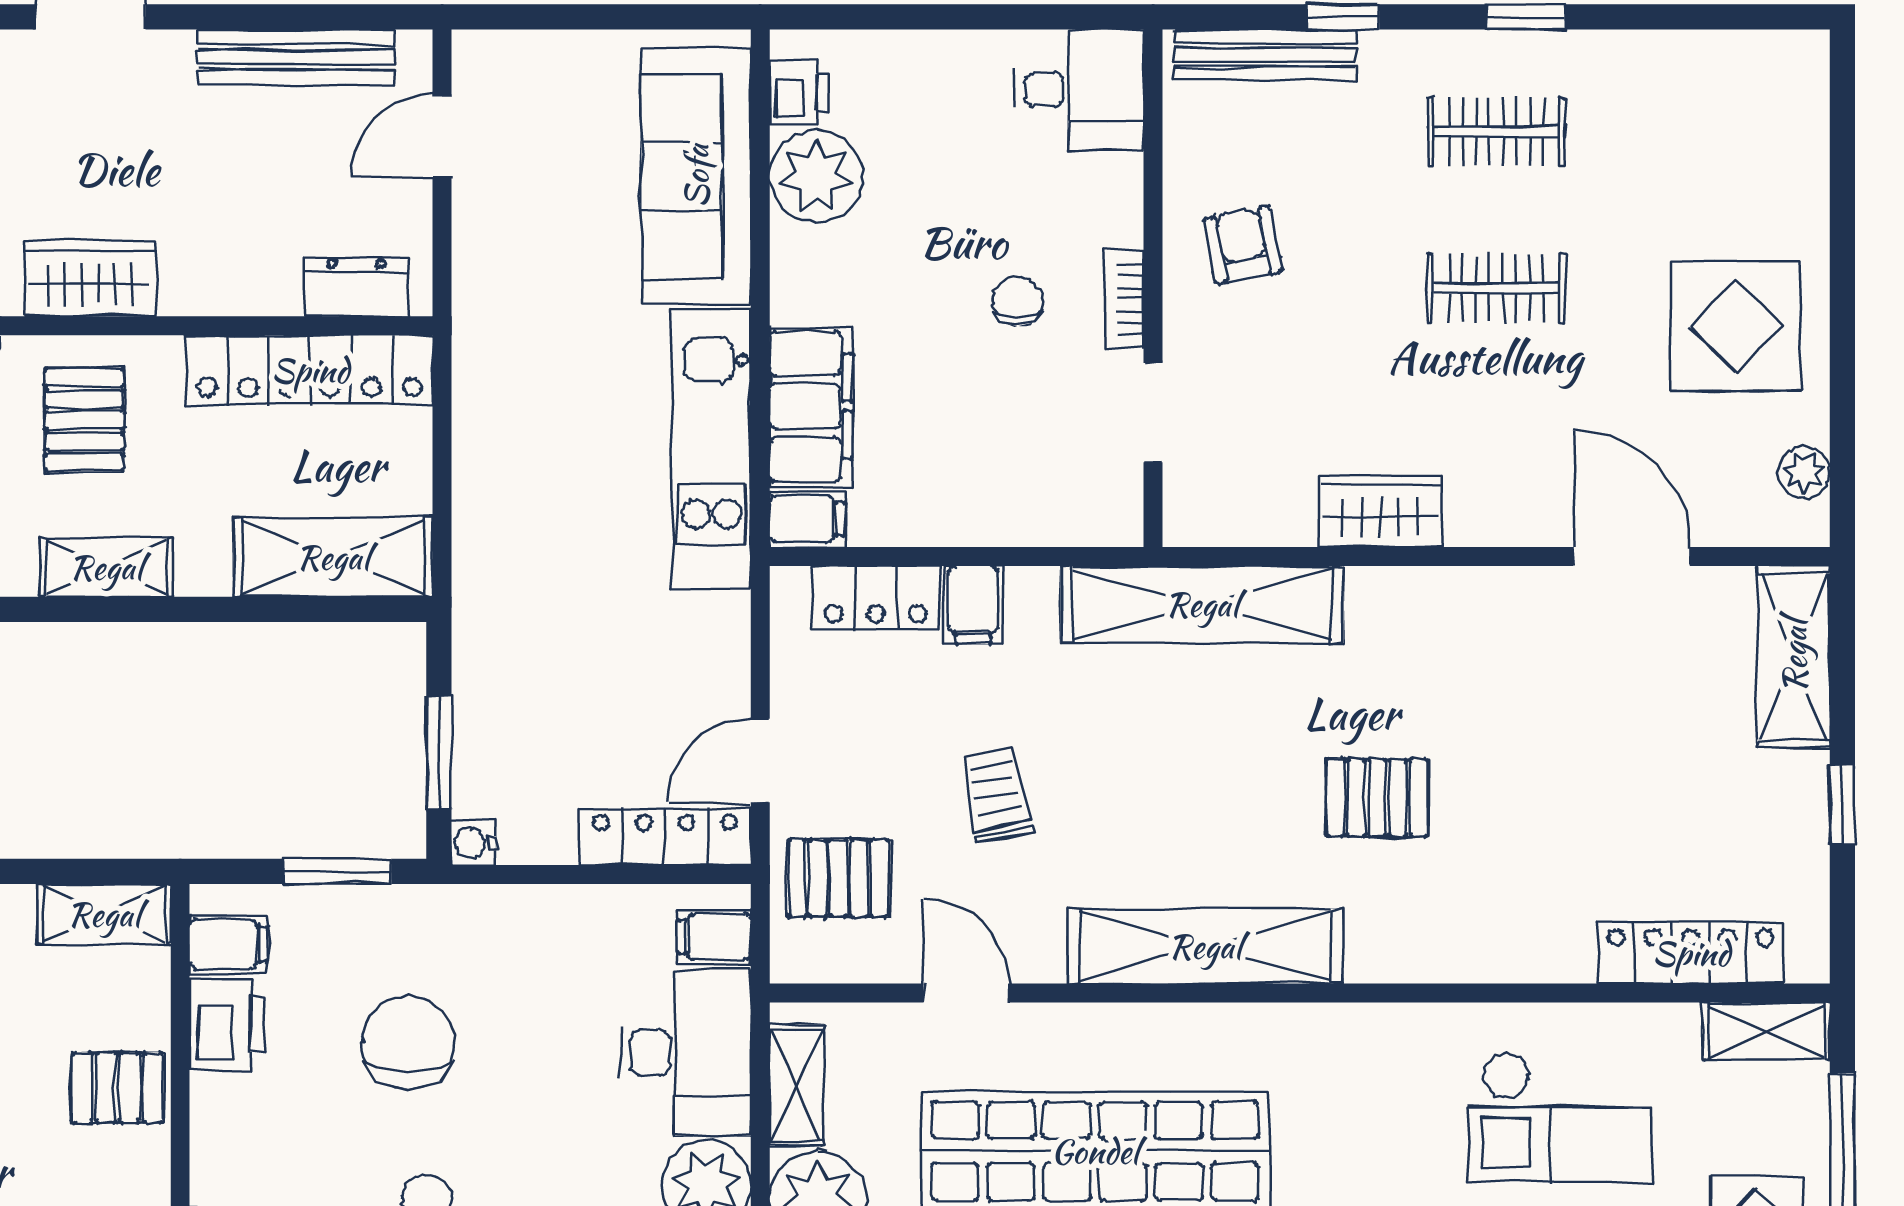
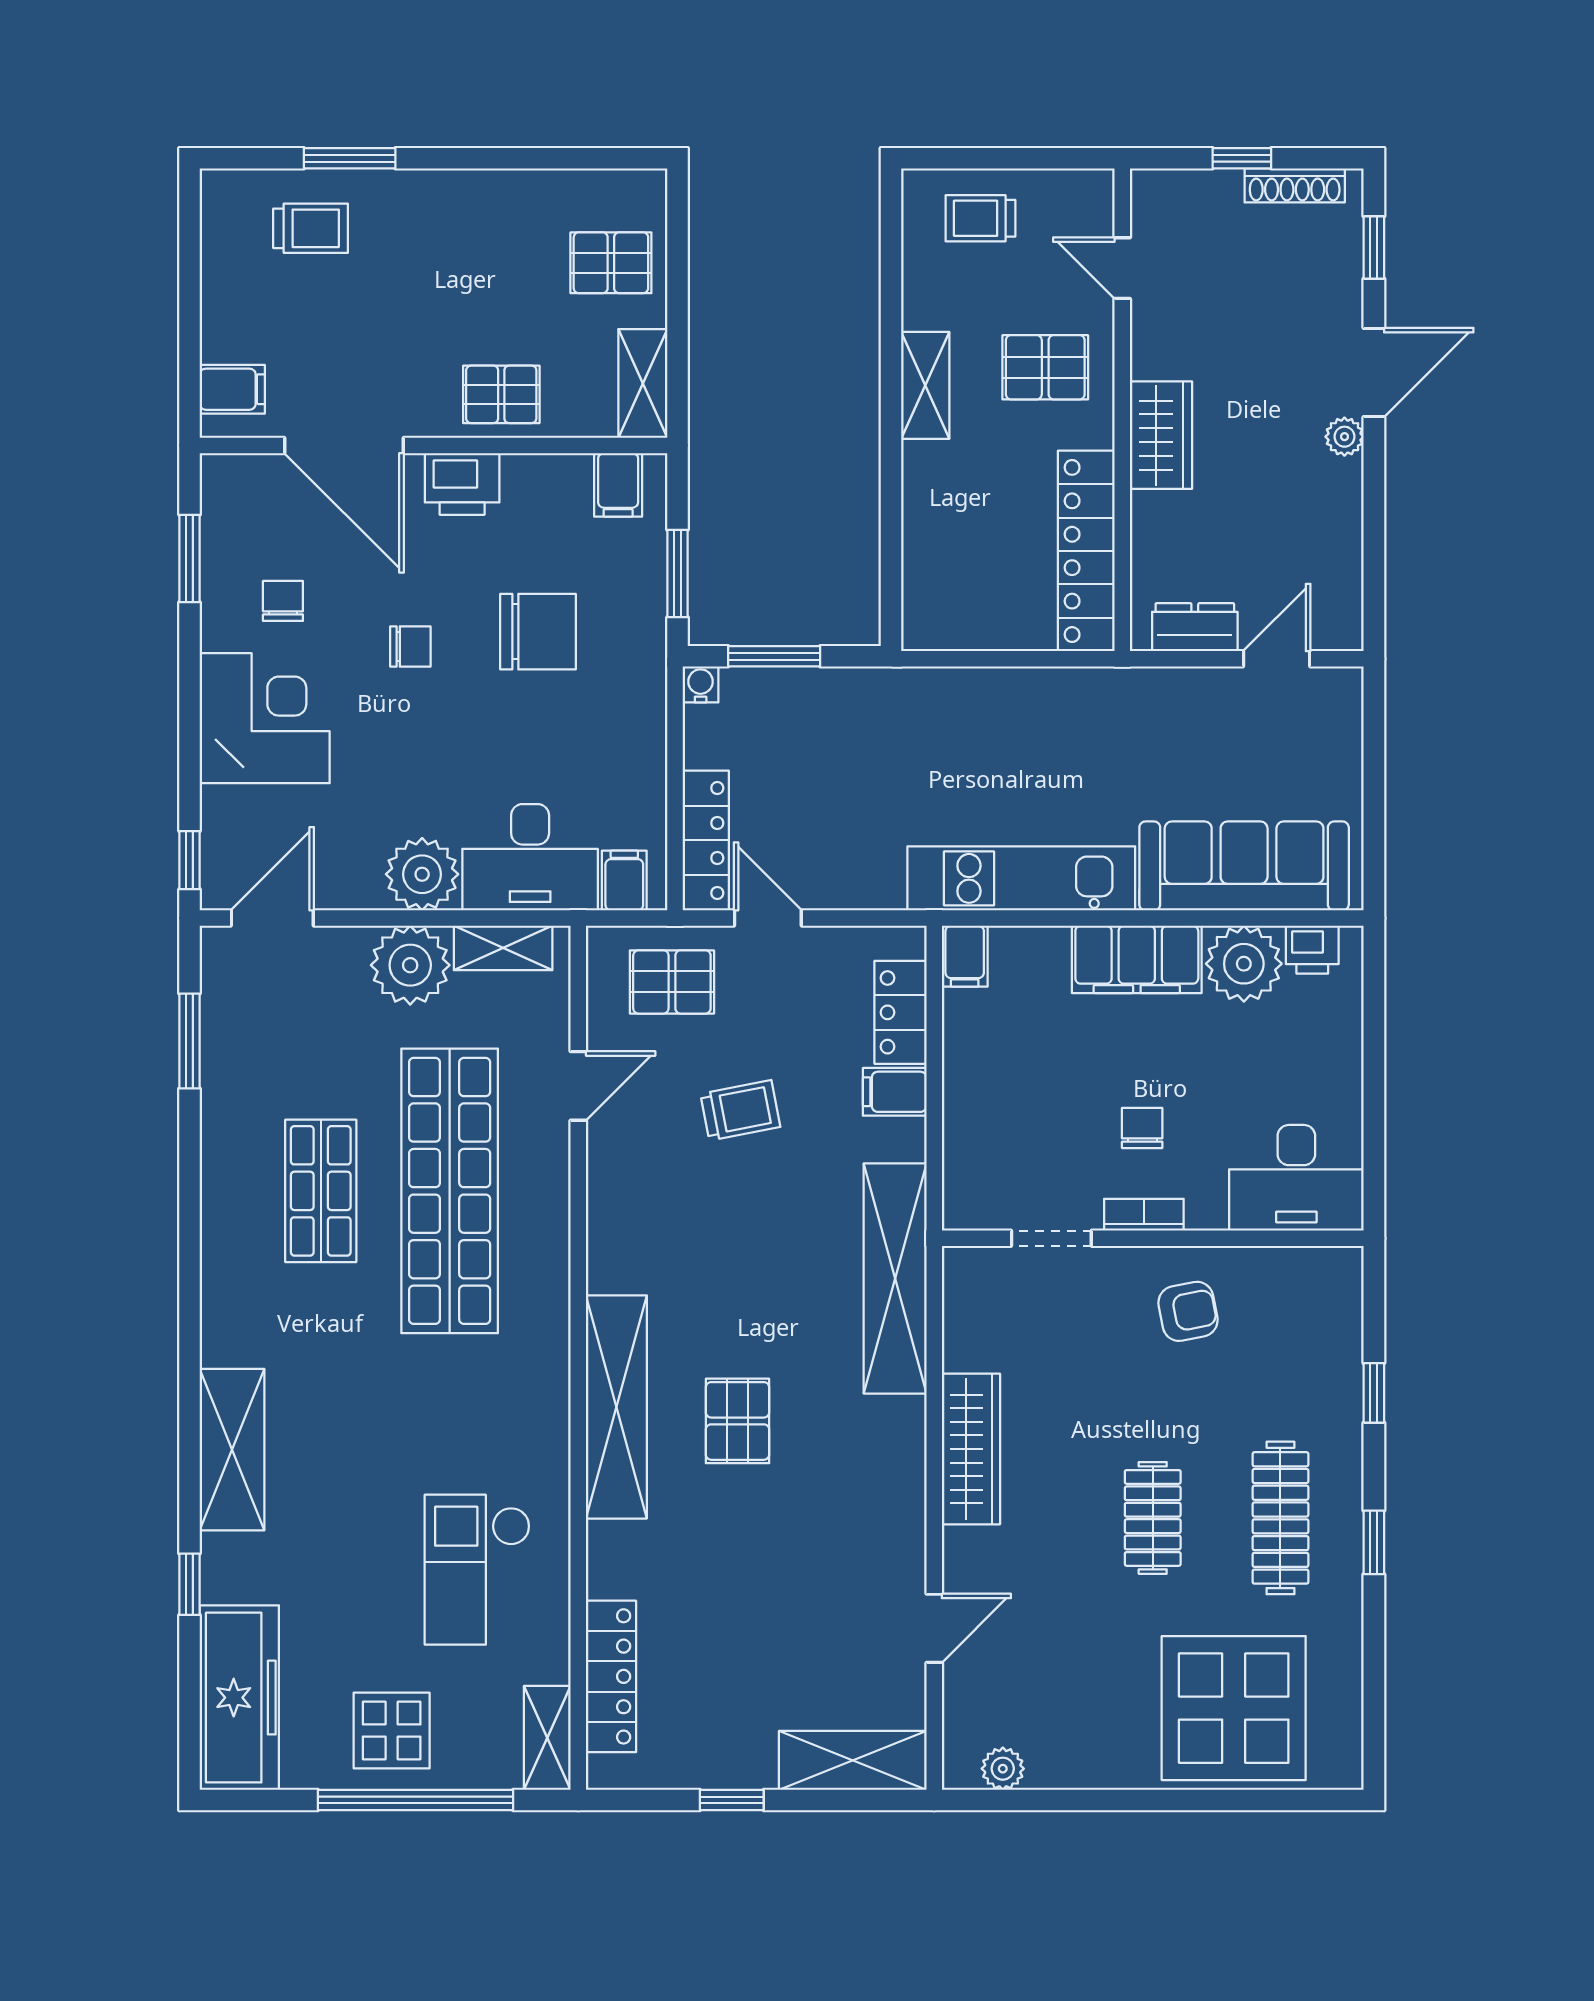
plant: (169, 53) -> (1344, 437), added
bench: (1265, 55) -> (1343, 1330), removed
bench: (296, 57) -> (1341, 540), removed
desk: (1079, 90) -> (1296, 1178), width x1.37
clothes rail: (1496, 131) -> (1280, 1518), width x1.36
door: (442, 136) -> (1277, 659), hinge flipped
wardrobe: (90, 278) -> (1161, 435), moved
dresser: (356, 287) -> (1195, 627), moved, turned -90
chair: (1018, 301) -> (1142, 1128), turned -90
display table: (1736, 326) -> (1234, 1708), moved, width x1.36, depth x1.36
filing cabinet: (811, 406) -> (1137, 959), moved
wardrobe: (1381, 511) -> (971, 1449), width x1.50
door: (1632, 556) -> (934, 1628), width x0.73
shelving: (333, 557) -> (934, 570), removed
pallet: (839, 878) -> (672, 982), turned 90
shelving: (1205, 946) -> (616, 1407), moved
printer: (227, 1024) -> (462, 484), moved
pallet: (118, 1088) -> (501, 394), turned 90

